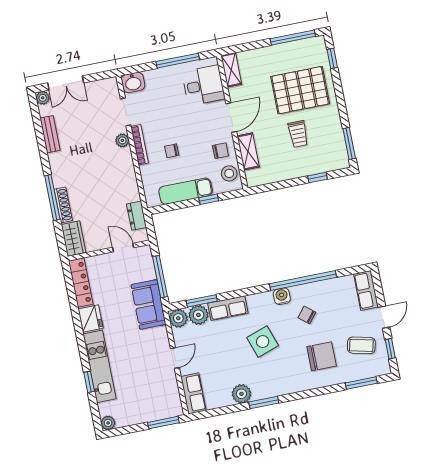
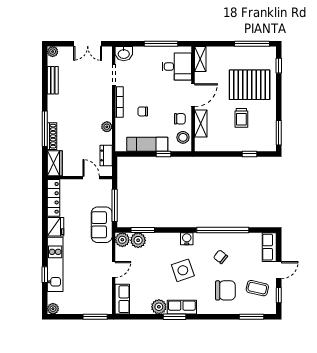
double door: (66, 83) -> (88, 44), moved
plant: (122, 140) -> (107, 127), moved
water cooler: (282, 296) -> (187, 239), moved
row of seats: (228, 308) -> (182, 307), moved, turned 180

